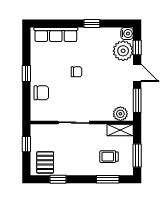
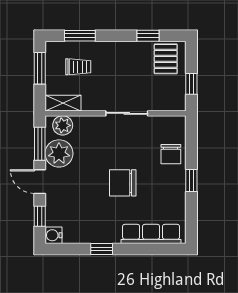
plant: (123, 51) -> (59, 153), moved
chair: (77, 72) -> (123, 183), width x1.87, depth x1.87
chair: (41, 93) -> (171, 154), turned -90

